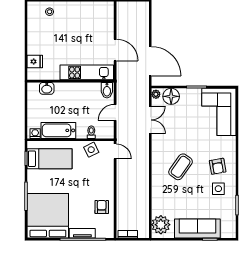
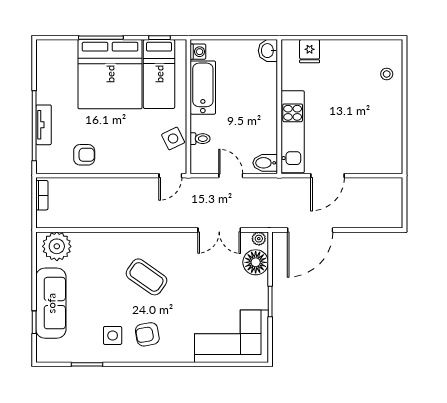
washbasin: (47, 88) -> (268, 51), moved
bed: (48, 216) -> (110, 74), moved, turned 90

